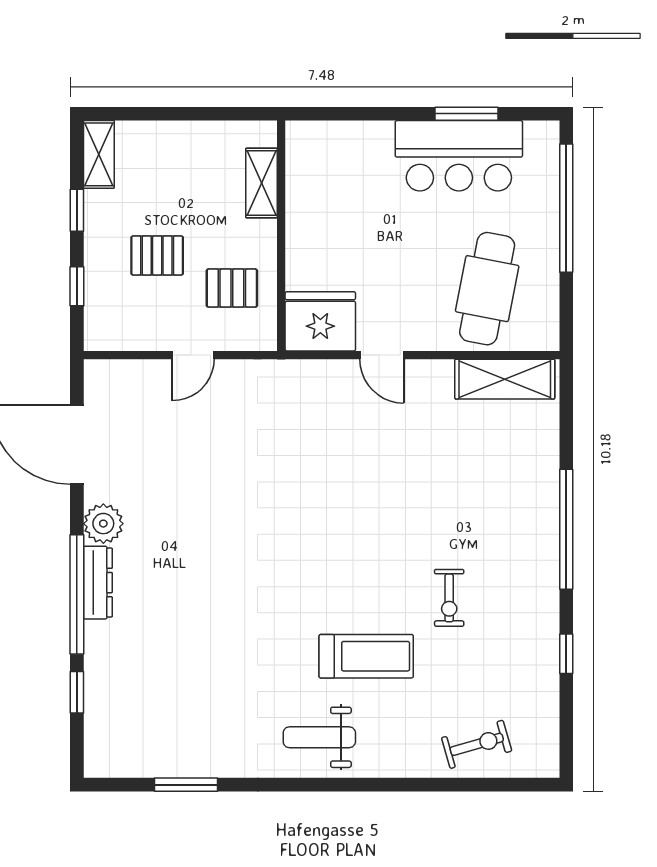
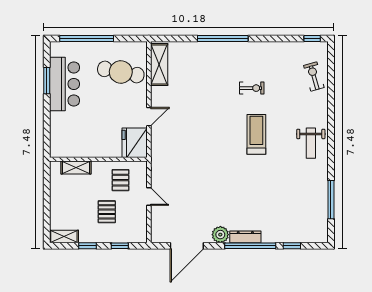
window: (566, 654) -> (312, 38), moved
treadmill: (366, 656) -> (256, 134), moved
window: (186, 785) -> (331, 200), width x1.44

